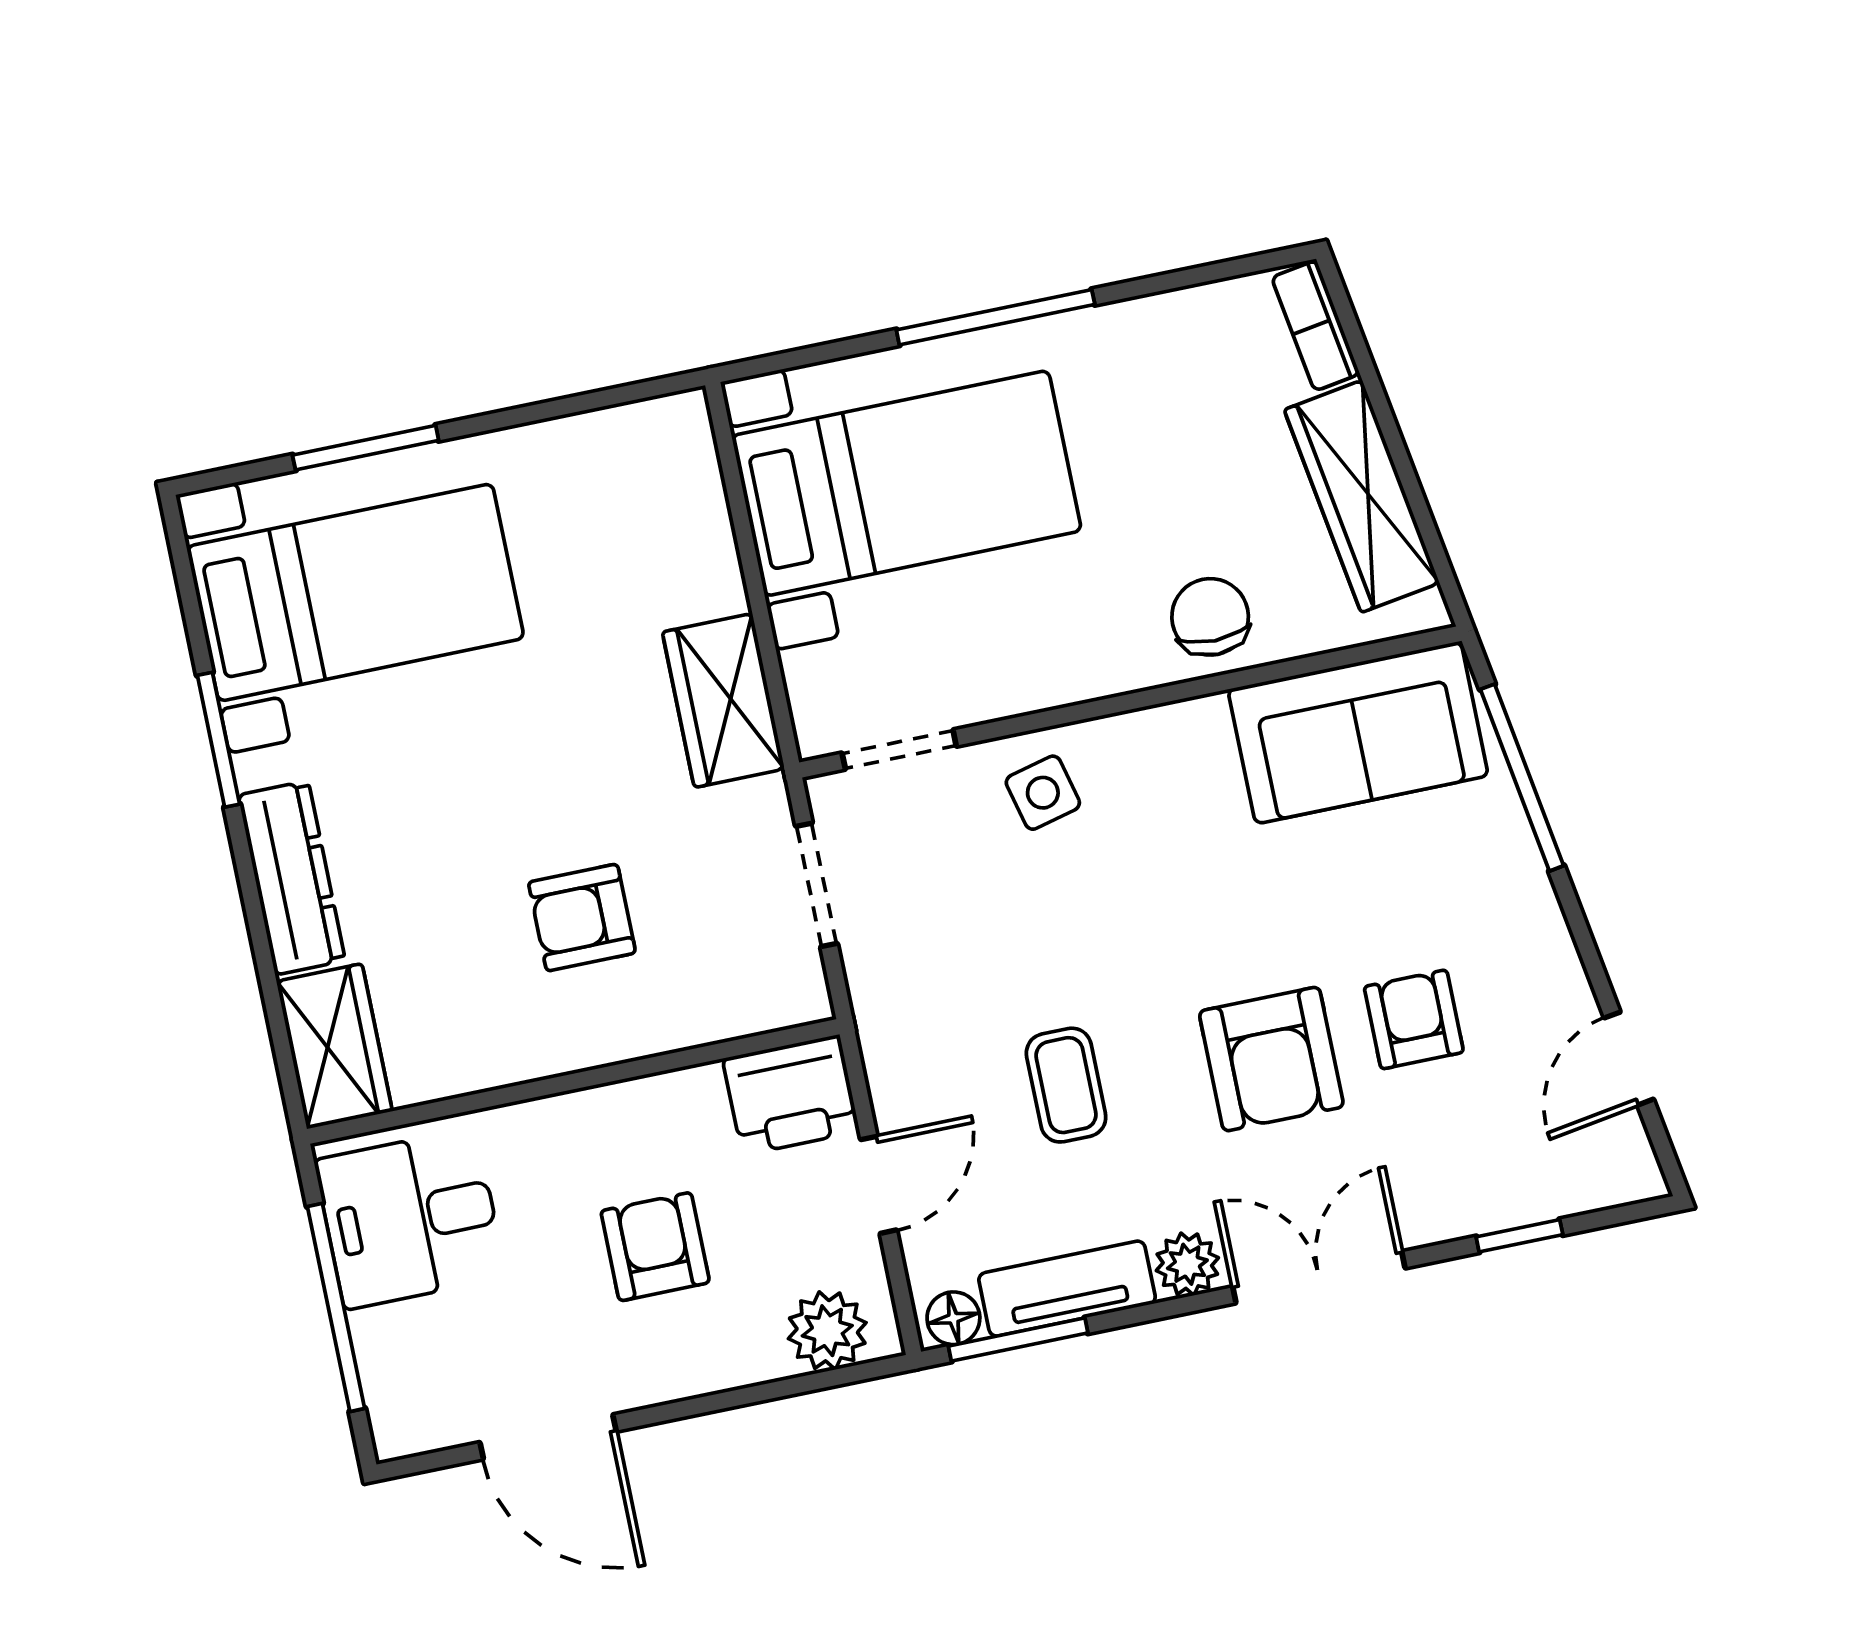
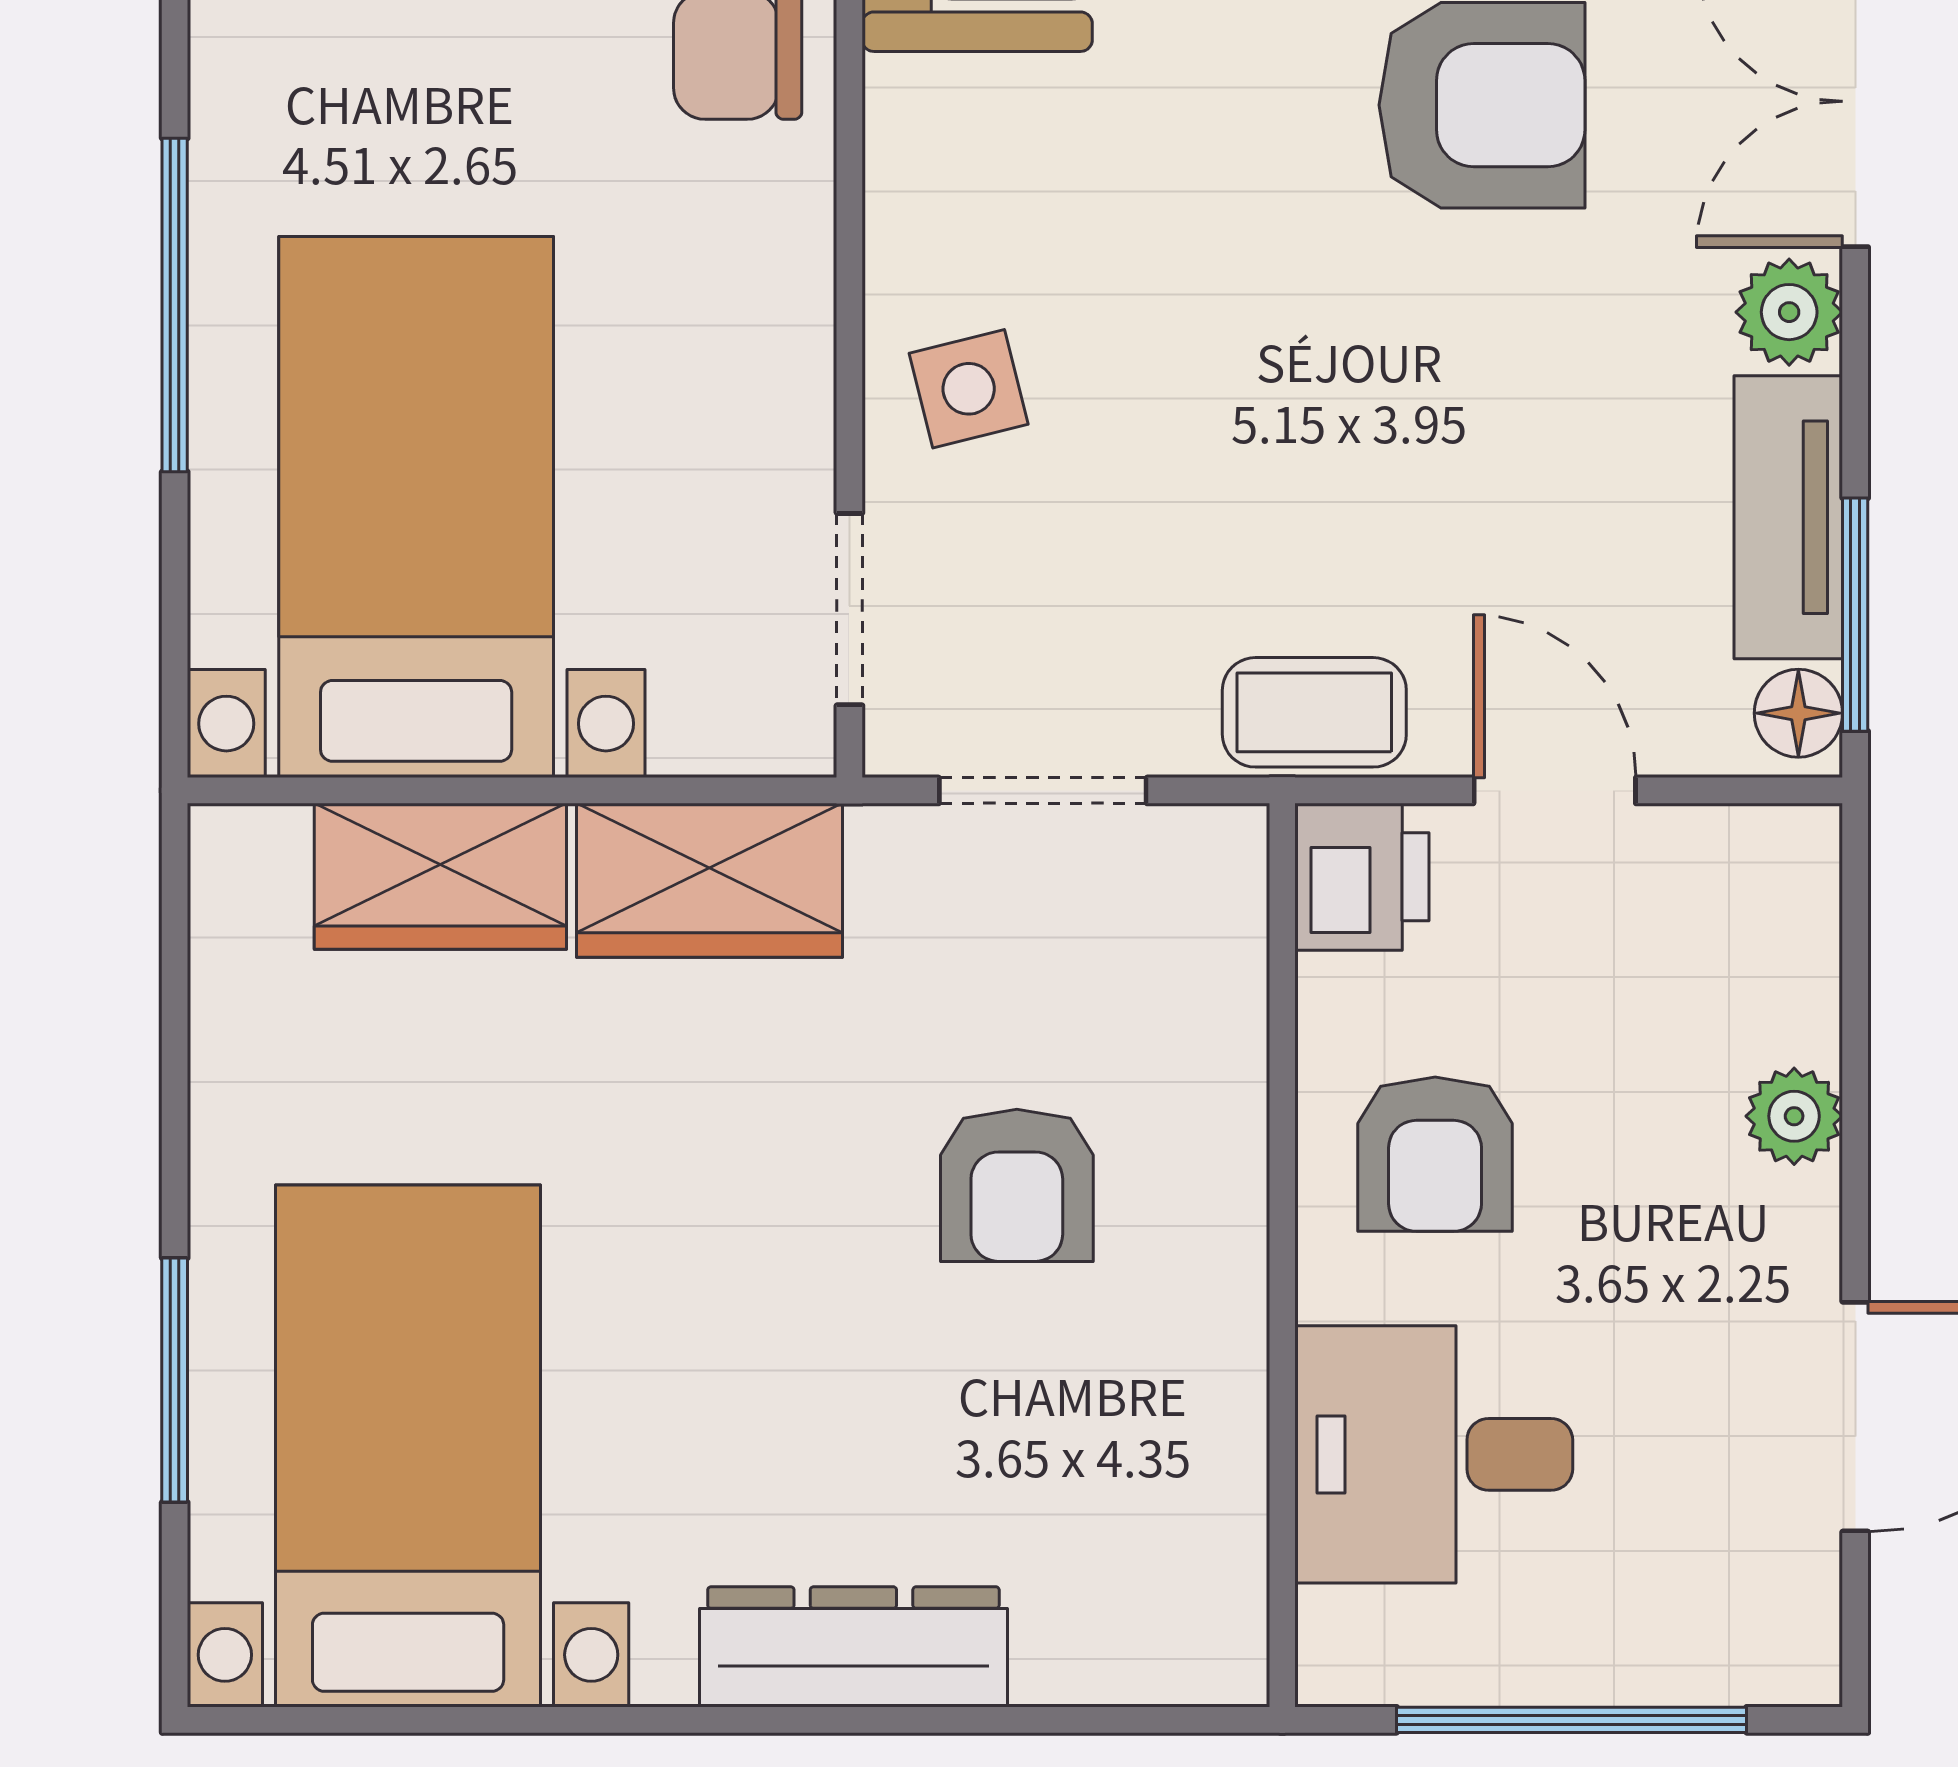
window: (218, 740) -> (603, 1720), removed
wardrobe: (334, 1046) -> (440, 876), moved, turned 180
coffee table: (1066, 1085) -> (1314, 712), moved
printer: (791, 1095) -> (1362, 877), width x0.73, depth x0.81
desk: (410, 1219) -> (1434, 1454), moved, turned 90
armchair: (655, 1247) -> (1435, 1154), moved, turned -90
plant: (827, 1331) -> (1794, 1116), moved, width x0.73, depth x0.73

